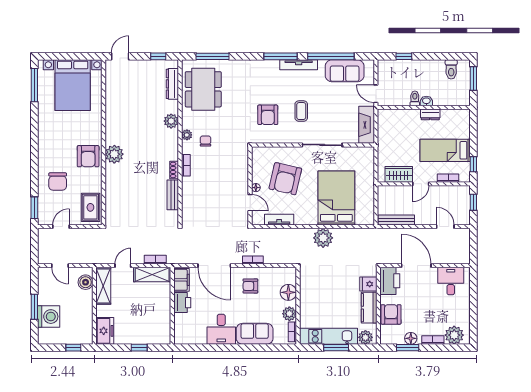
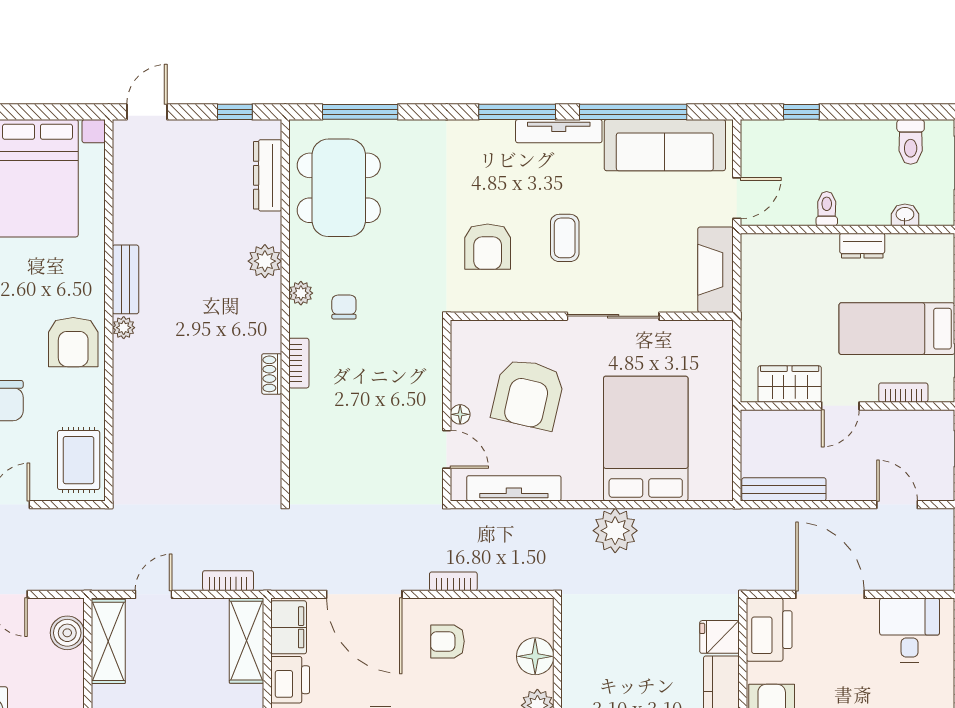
sofa: (345, 71) -> (665, 145), width x1.36
door: (376, 94) -> (737, 198), swing flipped
washbasin: (426, 101) -> (905, 215), moved
plant: (114, 154) -> (124, 328), width x0.53, depth x0.53
bench: (173, 195) -> (125, 279), moved
tv unit: (279, 220) -> (514, 488), width x1.41
shelving: (152, 275) -> (247, 641), moved, turned 90

